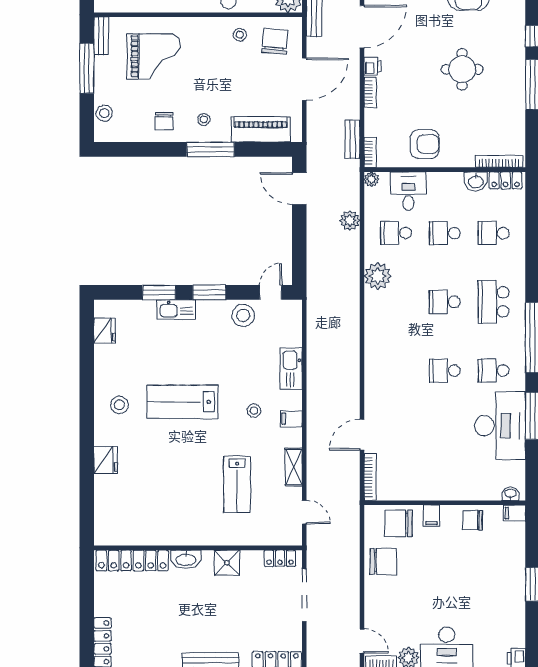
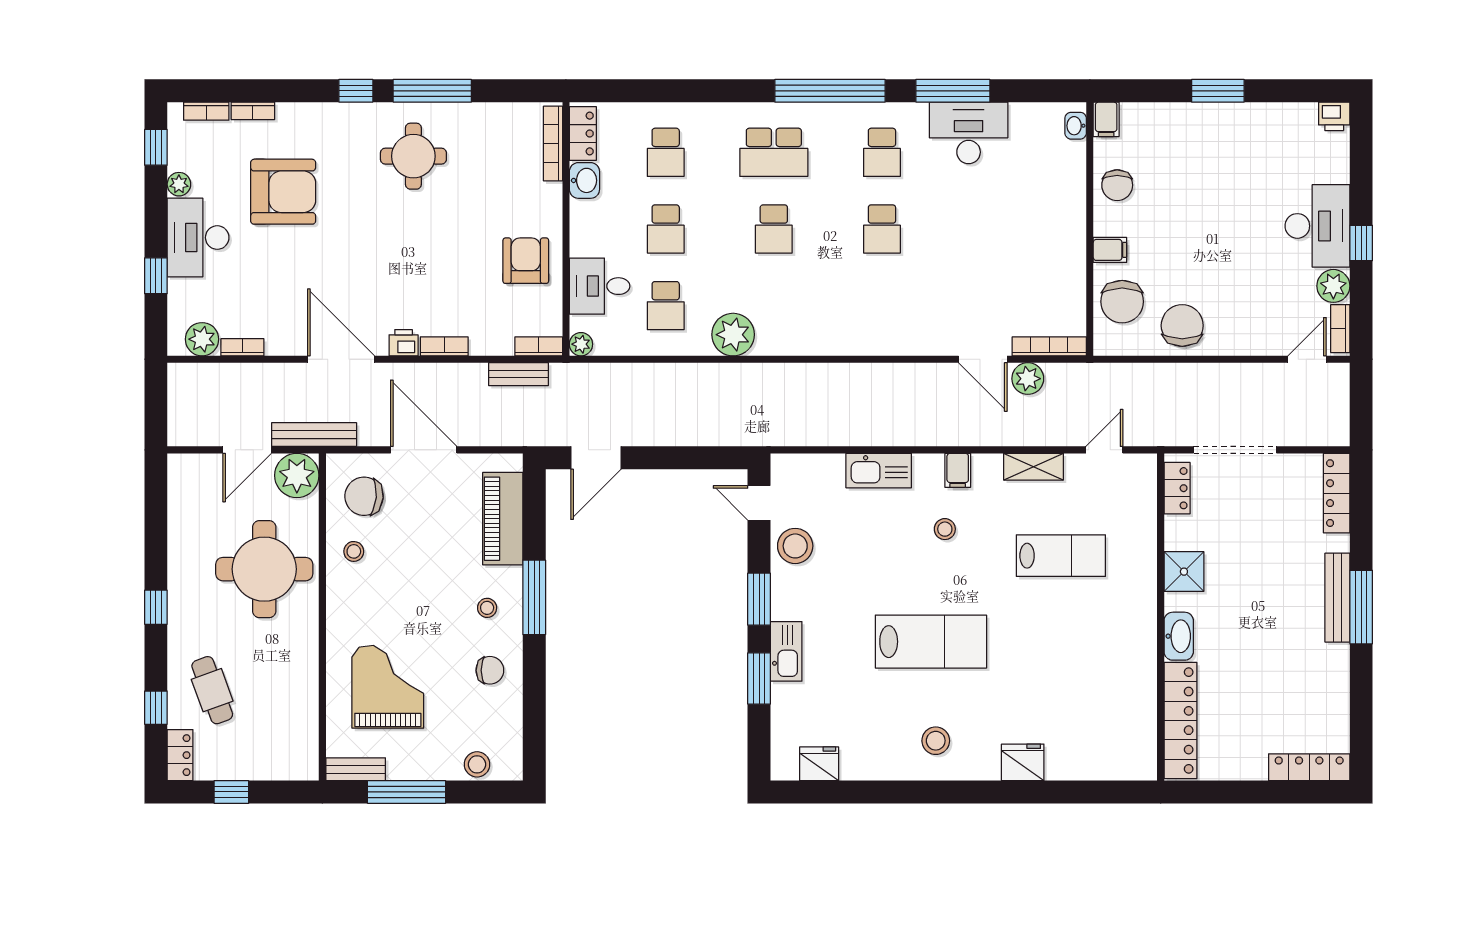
round table: (462, 69) -> (413, 156), moved
plant: (350, 220) -> (1028, 379), moved
lab bench: (182, 402) -> (931, 642), turned -90
desk: (500, 426) -> (969, 133), width x0.73, depth x0.77

